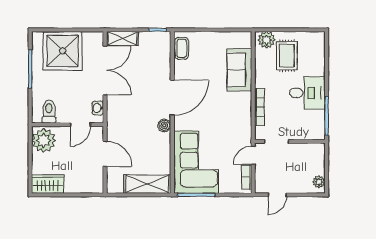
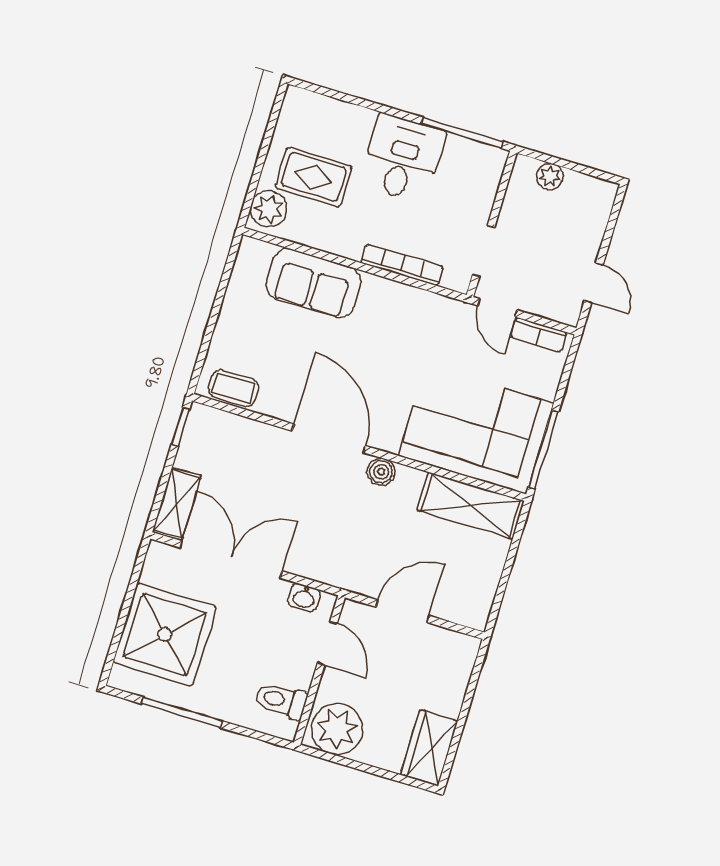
plant: (319, 182) -> (550, 176), moved
shelving: (147, 184) -> (471, 506), moved, turned 90

